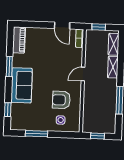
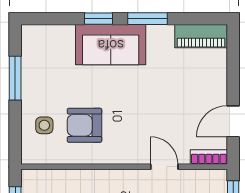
door: (83, 74) -> (164, 167), moved
armchair: (61, 100) -> (84, 125), turned -90
window: (8, 110) -> (98, 19), moved

